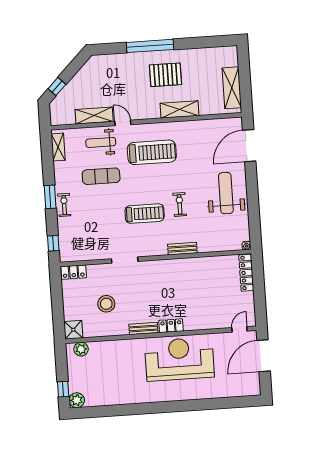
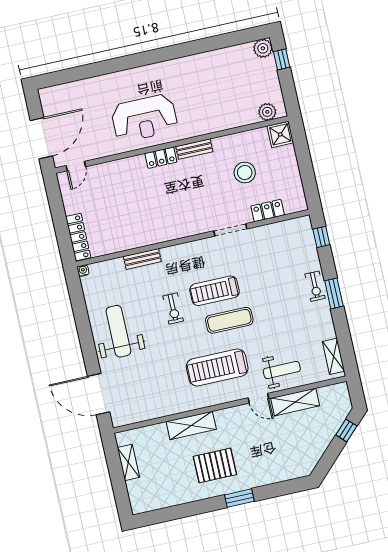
window: (150, 46) -> (239, 498), width x0.47
shelving: (232, 88) -> (128, 462), width x0.67, depth x0.75
door: (249, 146) -> (99, 394), swing flipped
exercise mat: (101, 176) -> (229, 320), moved
weight bench: (226, 193) -> (118, 331), turned 180
bench: (182, 249) -> (142, 259), moved
locker: (74, 272) -> (268, 211), moved
reception desk: (179, 359) -> (144, 118), width x0.74, depth x0.77

